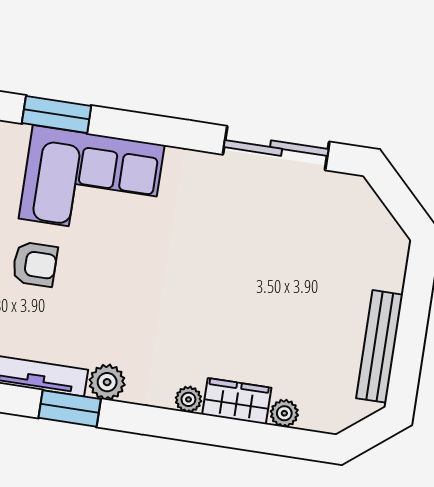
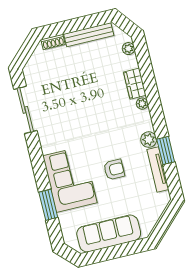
armchair: (35, 264) -> (114, 170), moved, turned 90
shoe rack: (395, 265) -> (53, 42), added
plant: (284, 413) -> (128, 49), moved

